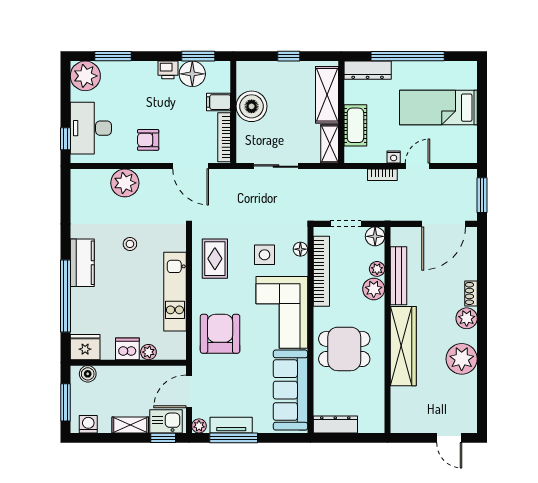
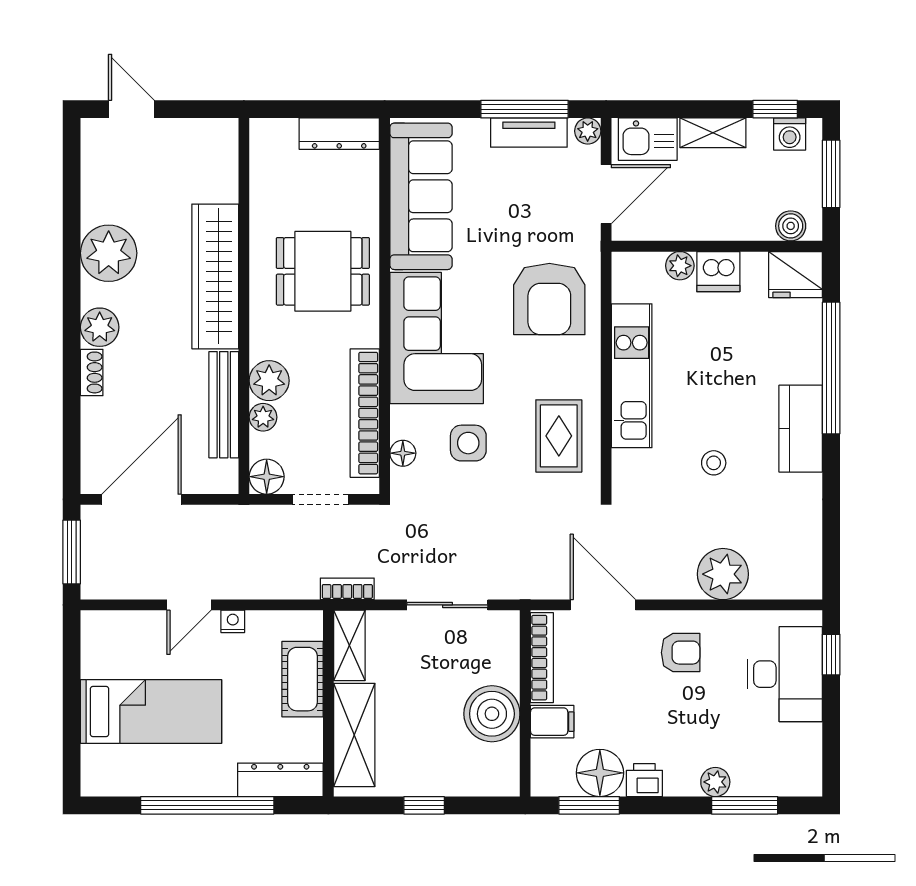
plant: (85, 76) -> (715, 782), moved, width x0.53, depth x0.53
bookcase: (382, 175) -> (347, 589), moved
window: (163, 438) -> (775, 109), moved

